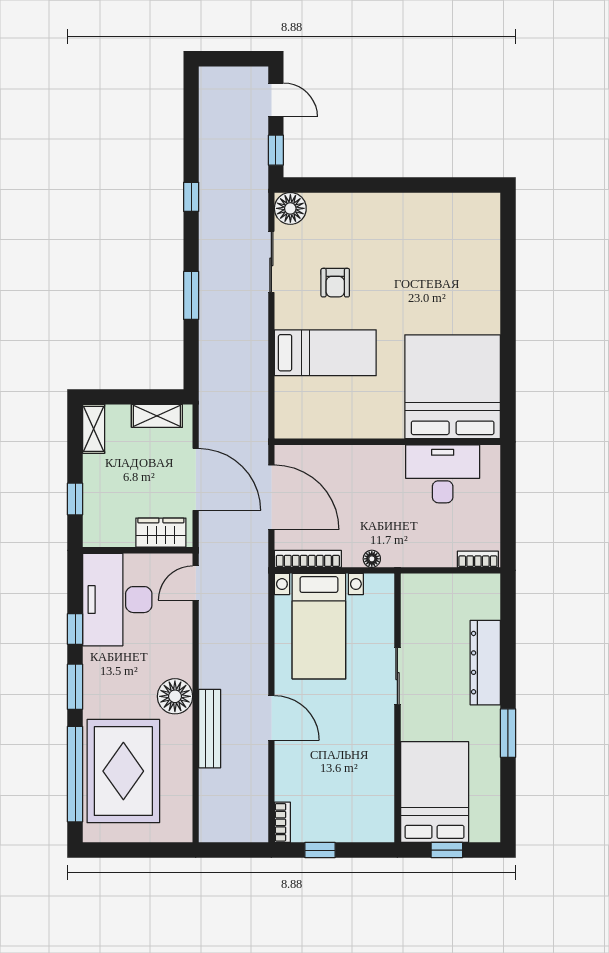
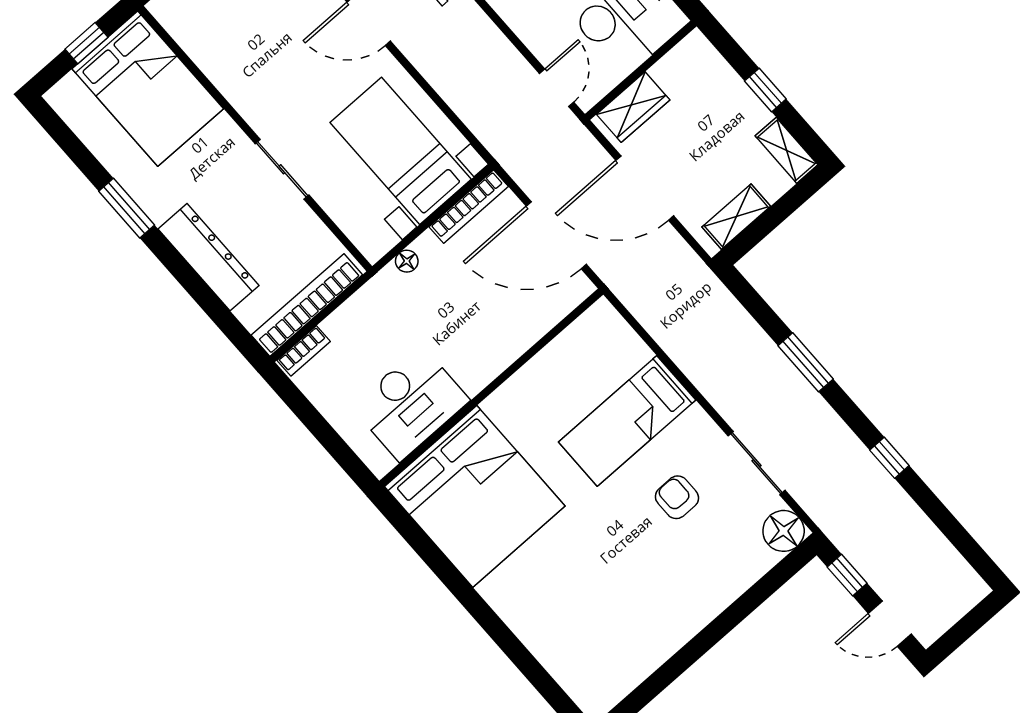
window: (75, 499) -> (765, 90), moved
bookcase: (452, 584) -> (307, 305), added

